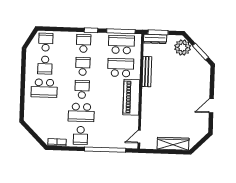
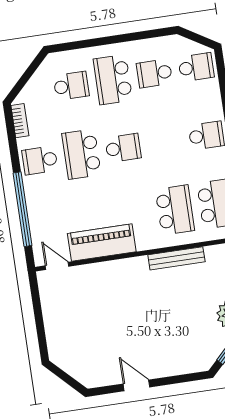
school desk: (83, 66) -> (71, 86), moved
piano: (131, 97) -> (102, 243), moved
wardrobe: (173, 144) -> (56, 329), removed

